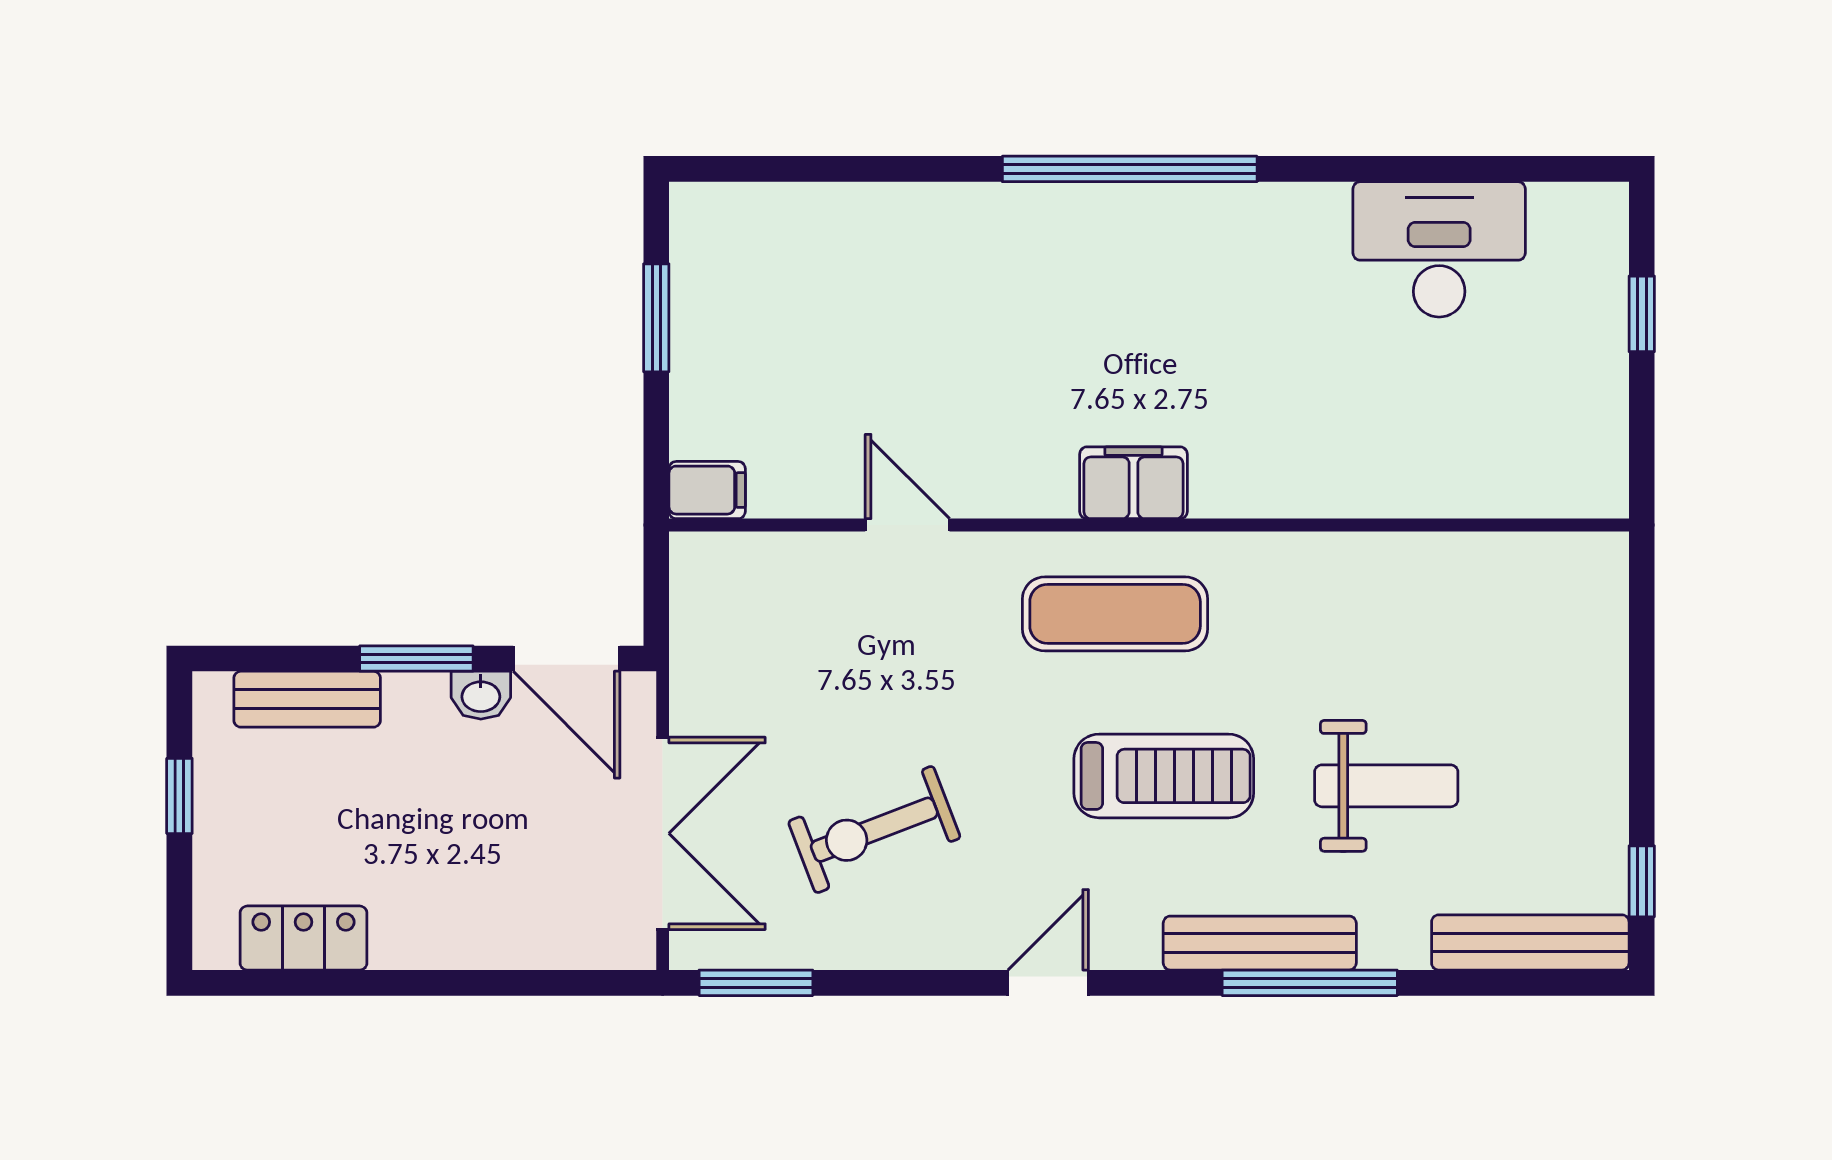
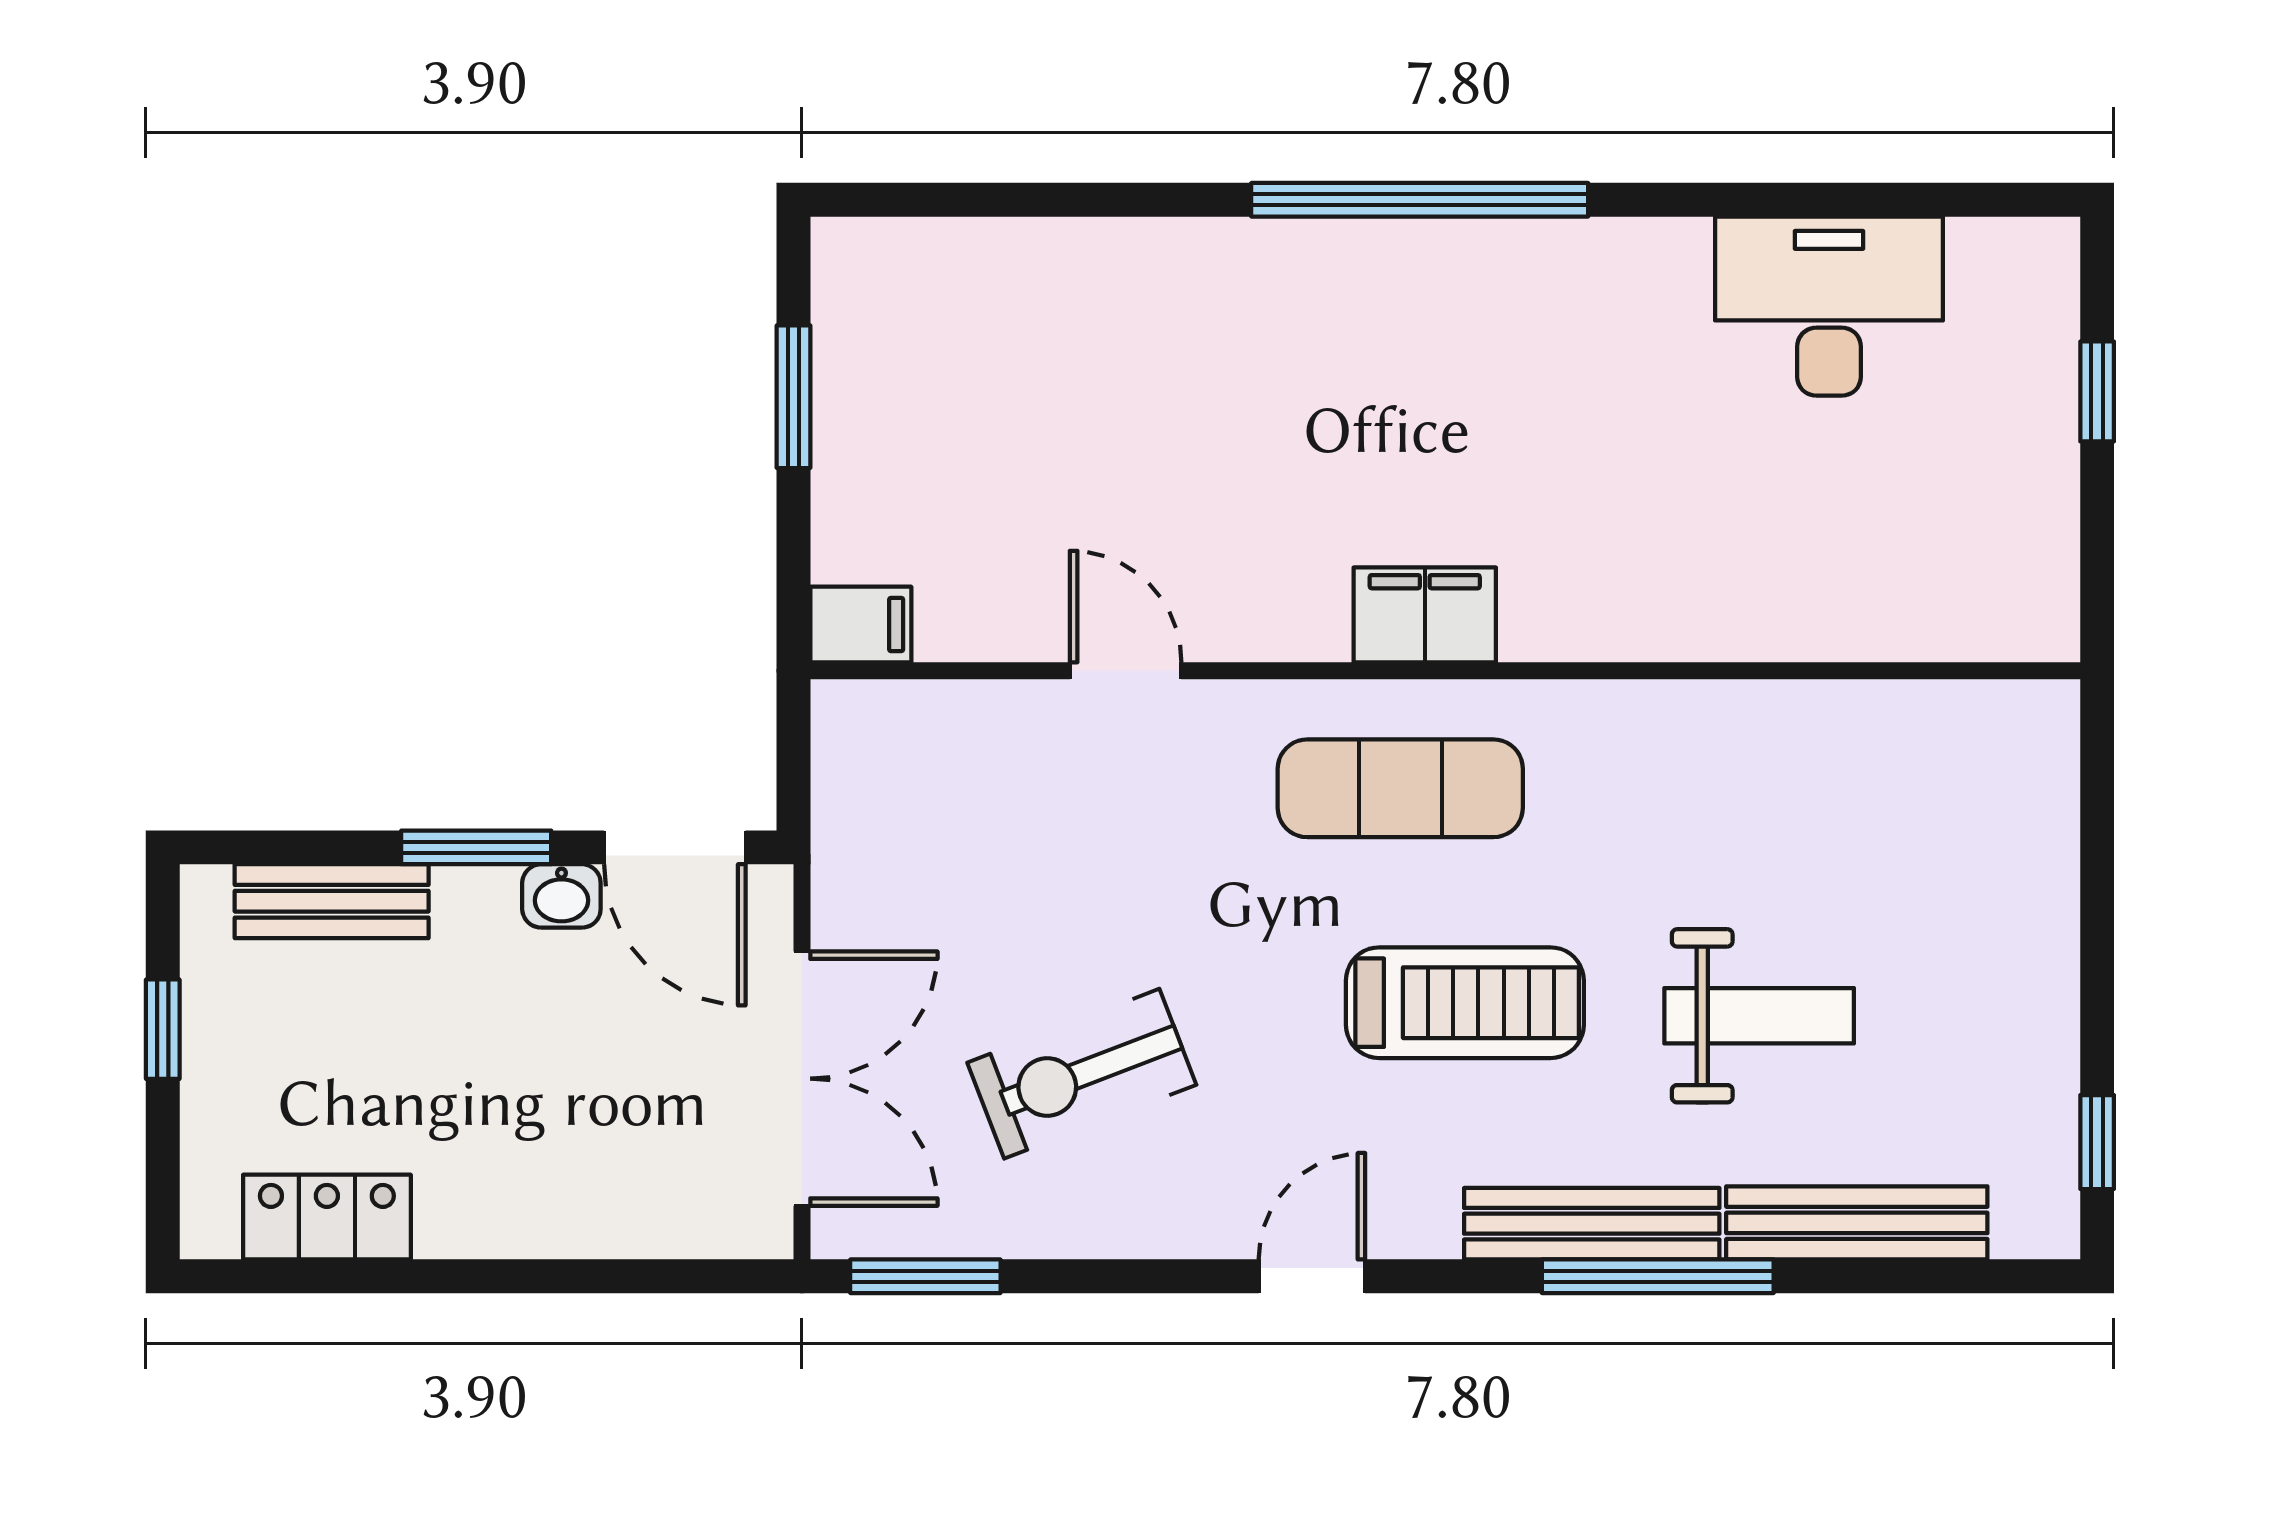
bench: (1530, 942) -> (1857, 1223), moved

